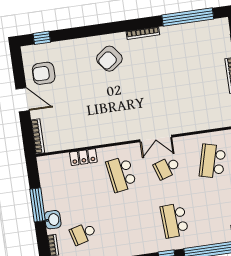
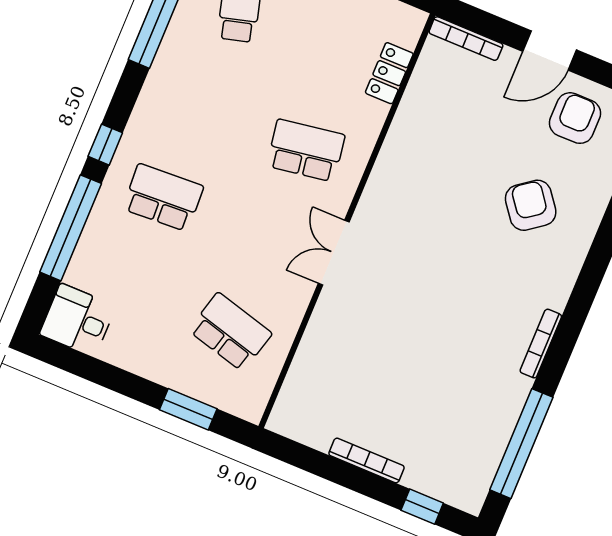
armchair: (109, 59) -> (531, 205), moved
locker: (83, 157) -> (389, 73), moved
school desk: (167, 168) -> (268, 241), removed

